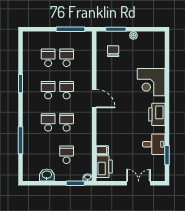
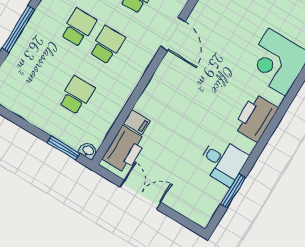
washbasin: (47, 175) -> (27, 108), removed
double door: (139, 183) -> (140, 195), moved

